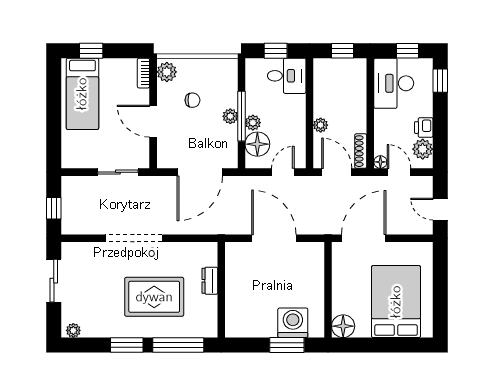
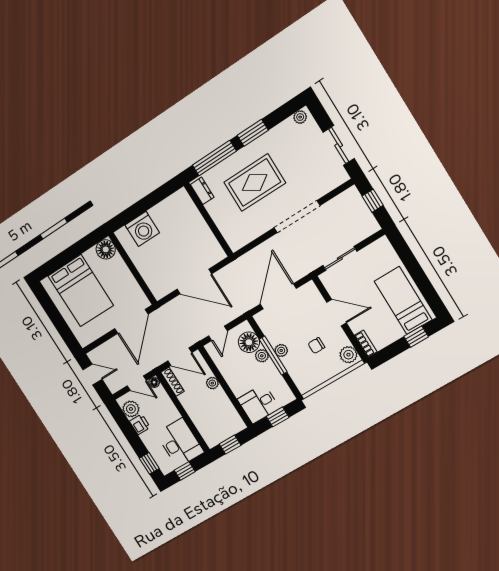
dresser: (210, 281) -> (202, 191), moved
window: (287, 345) -> (136, 210), removed

